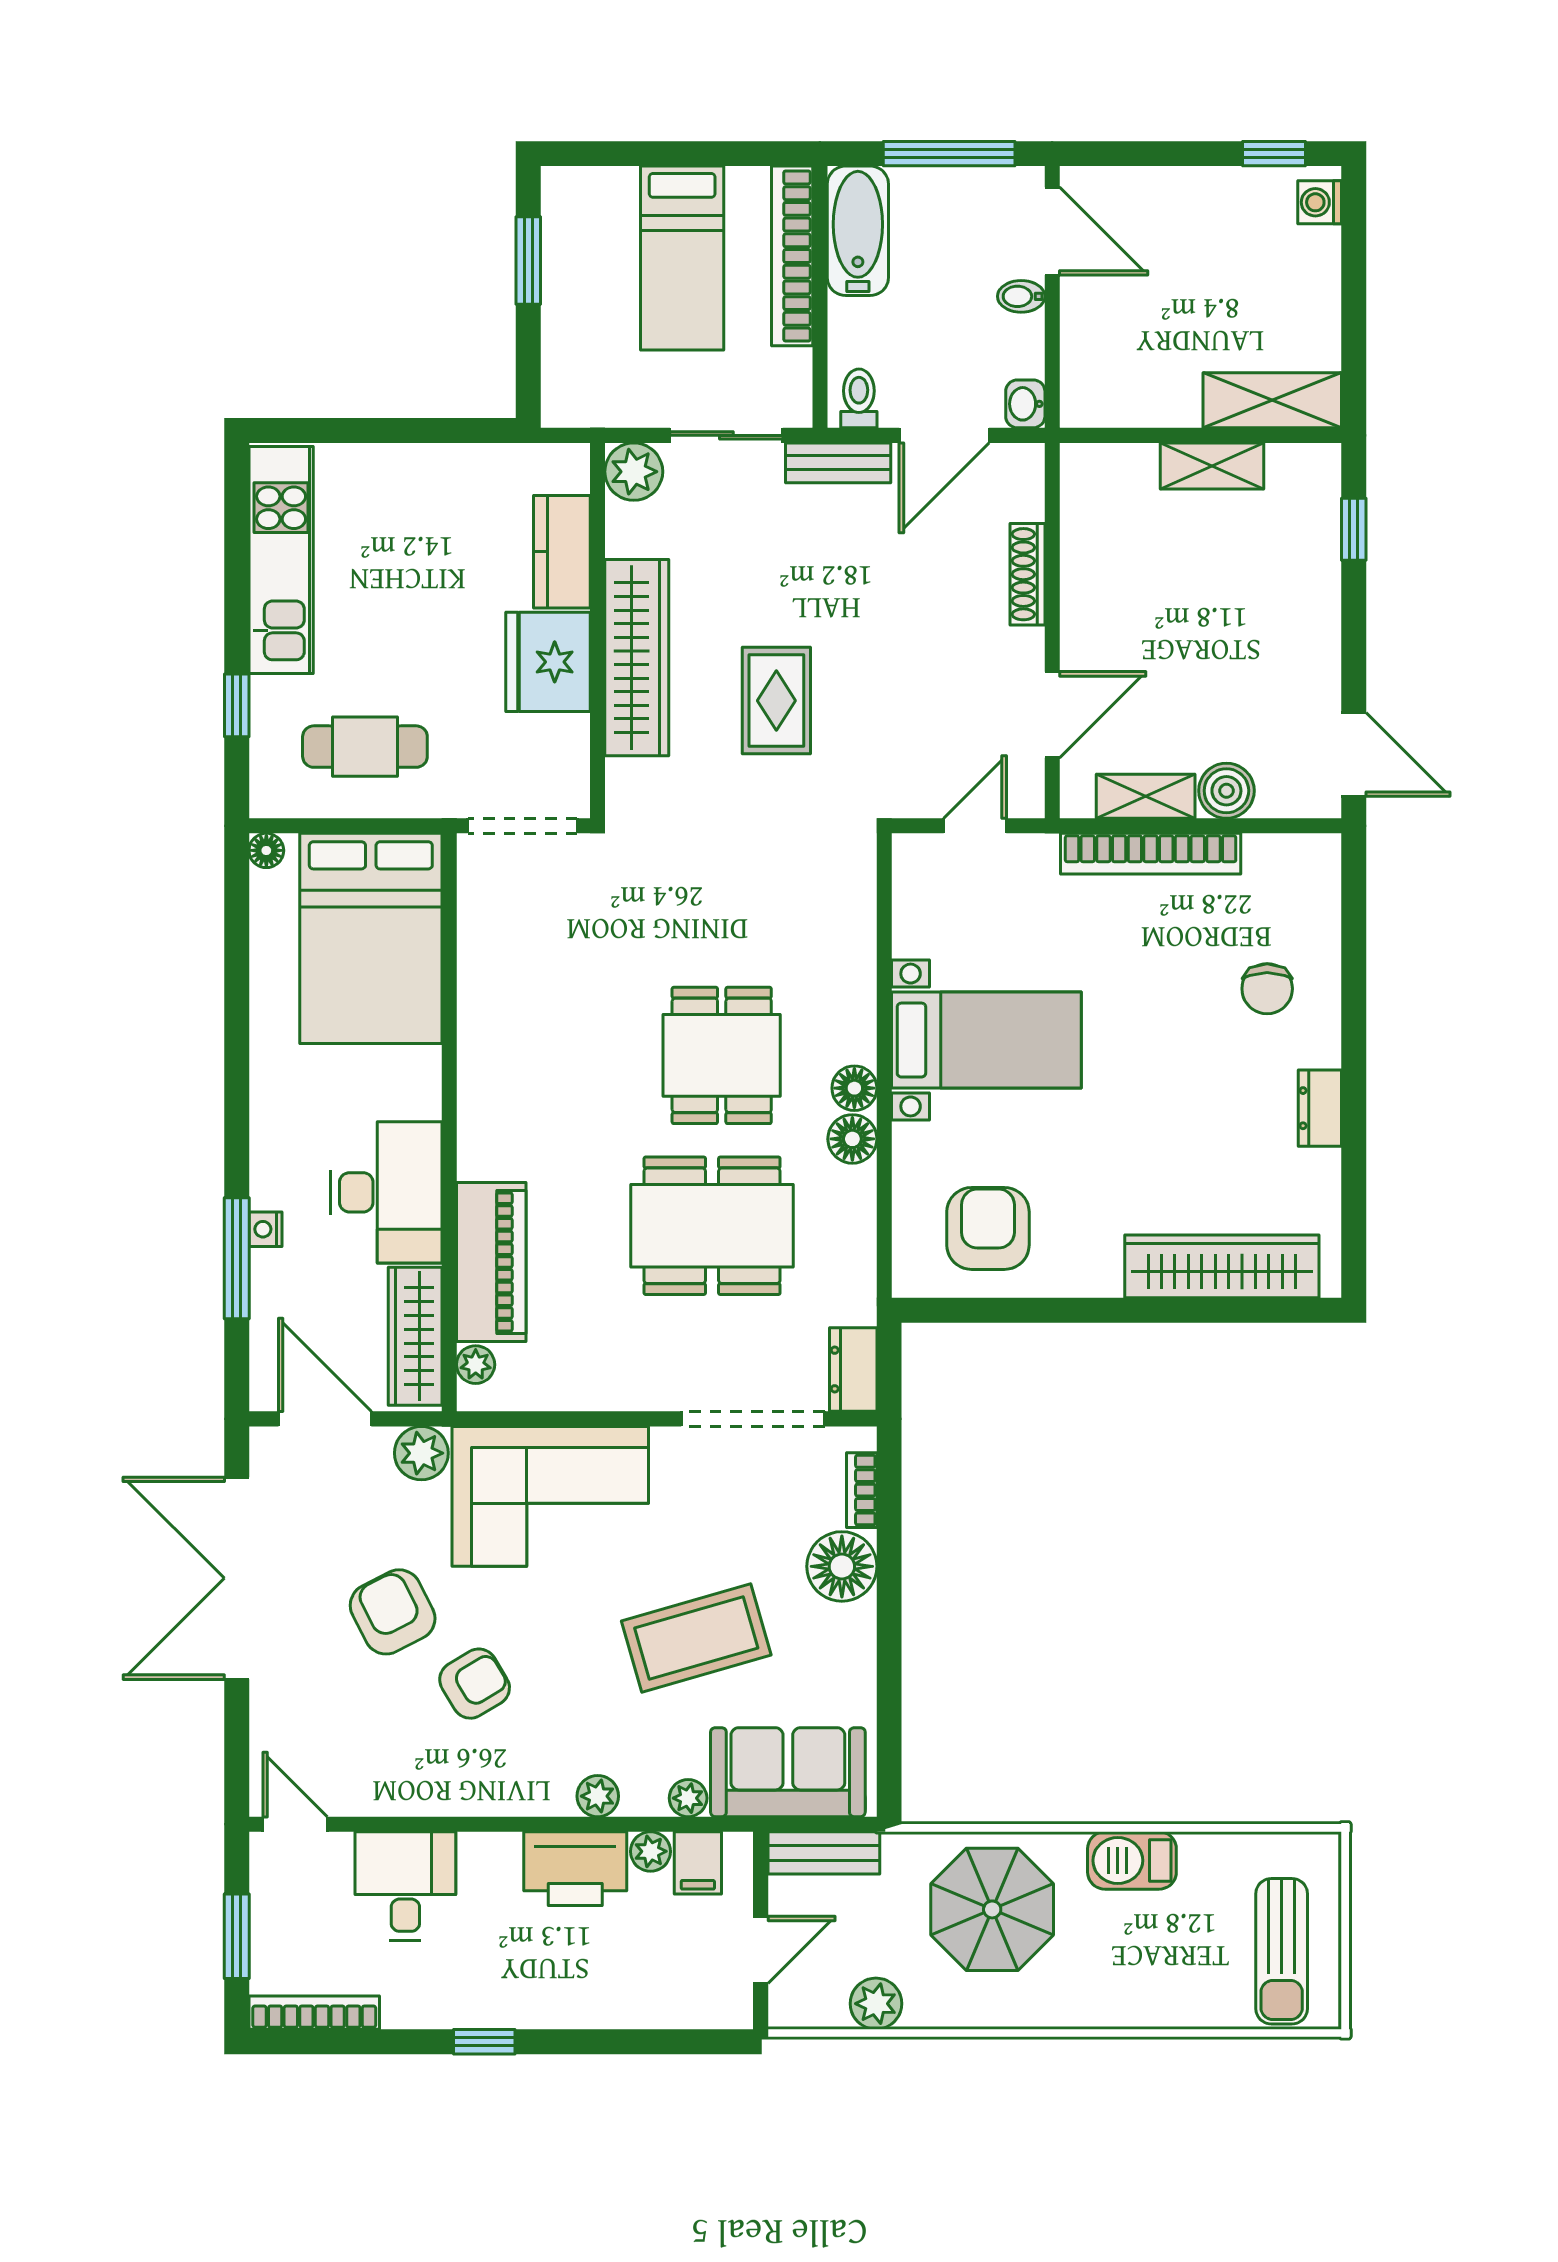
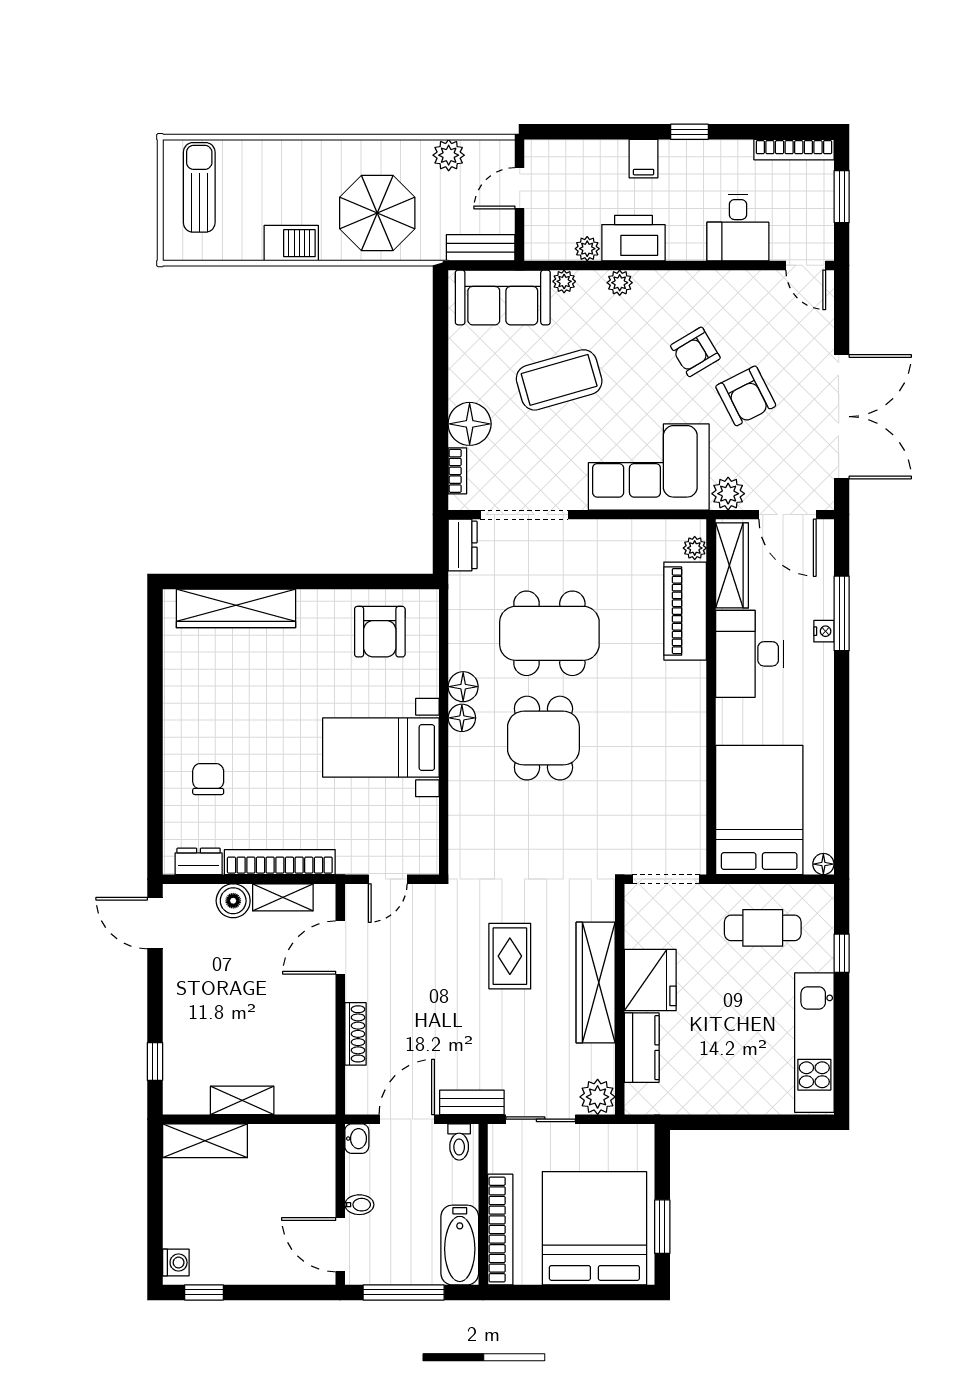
bed: (682, 258) -> (594, 1228), width x2.04
dresser: (1320, 1108) -> (199, 861), moved, turned -90
filing cabinet: (698, 1863) -> (644, 159), moved, turned 180

